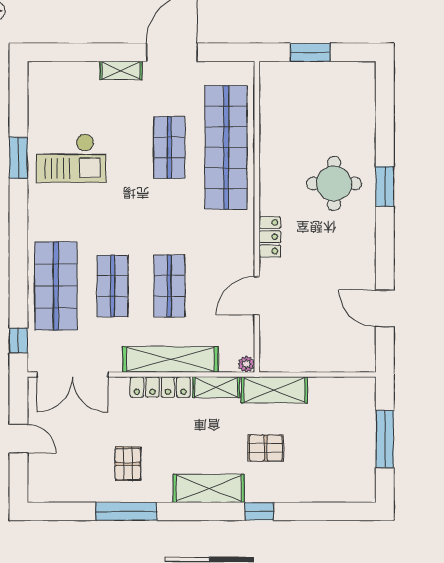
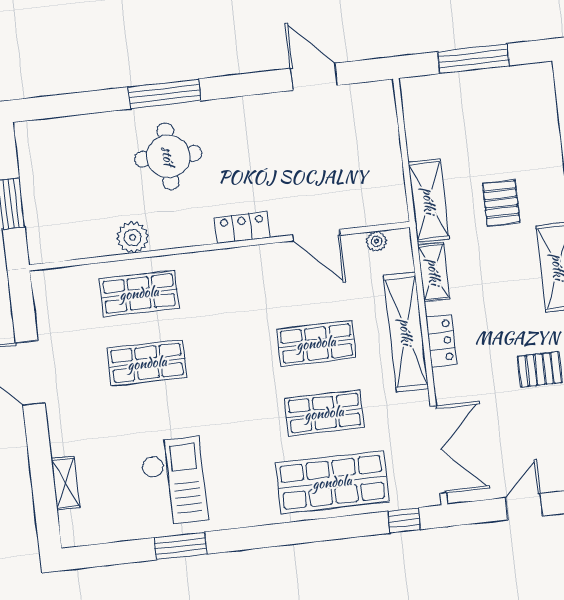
shelving: (121, 71) -> (65, 483), moved
shop shelf: (226, 147) -> (139, 293), width x0.50, depth x0.74
plant: (272, 147) -> (133, 237), added
window: (385, 186) -> (165, 94), width x1.44
door: (385, 308) -> (314, 77), swing flipped
plant: (246, 364) -> (377, 241), moved
locker: (160, 387) -> (441, 341), width x0.66

